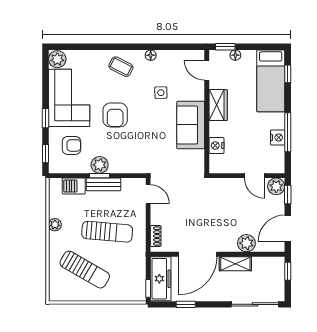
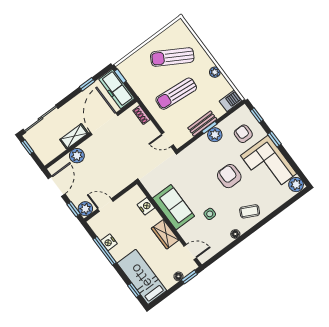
armchair: (72, 145) -> (243, 134), turned 90
barbecue: (74, 186) -> (231, 101), moved
window: (288, 271) -> (27, 147), moved

